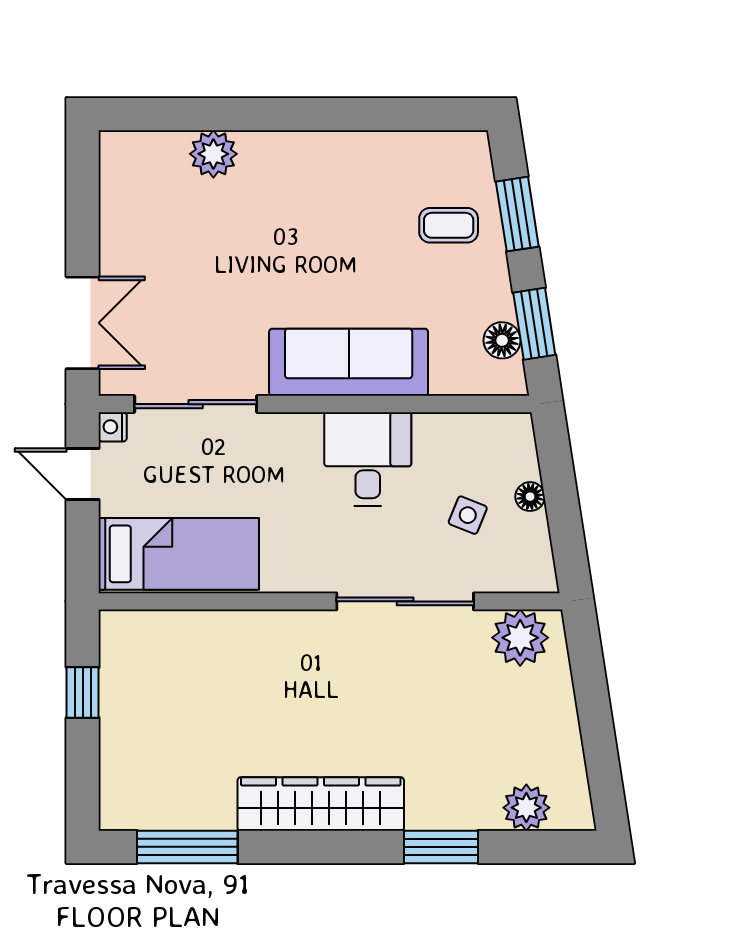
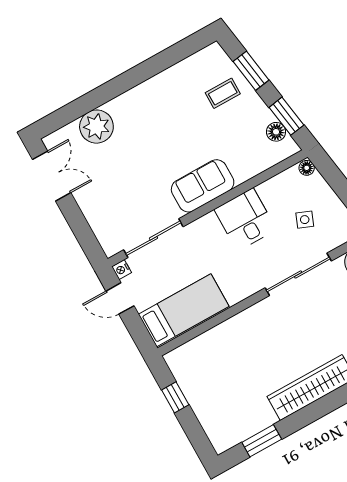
plant: (213, 154) -> (96, 127), width x1.36, depth x1.36
double door: (83, 323) -> (52, 176), moved
sofa: (349, 362) -> (203, 186), width x0.73
floor lamp: (530, 497) -> (307, 168), moved
window: (187, 847) -> (262, 441), width x0.69

